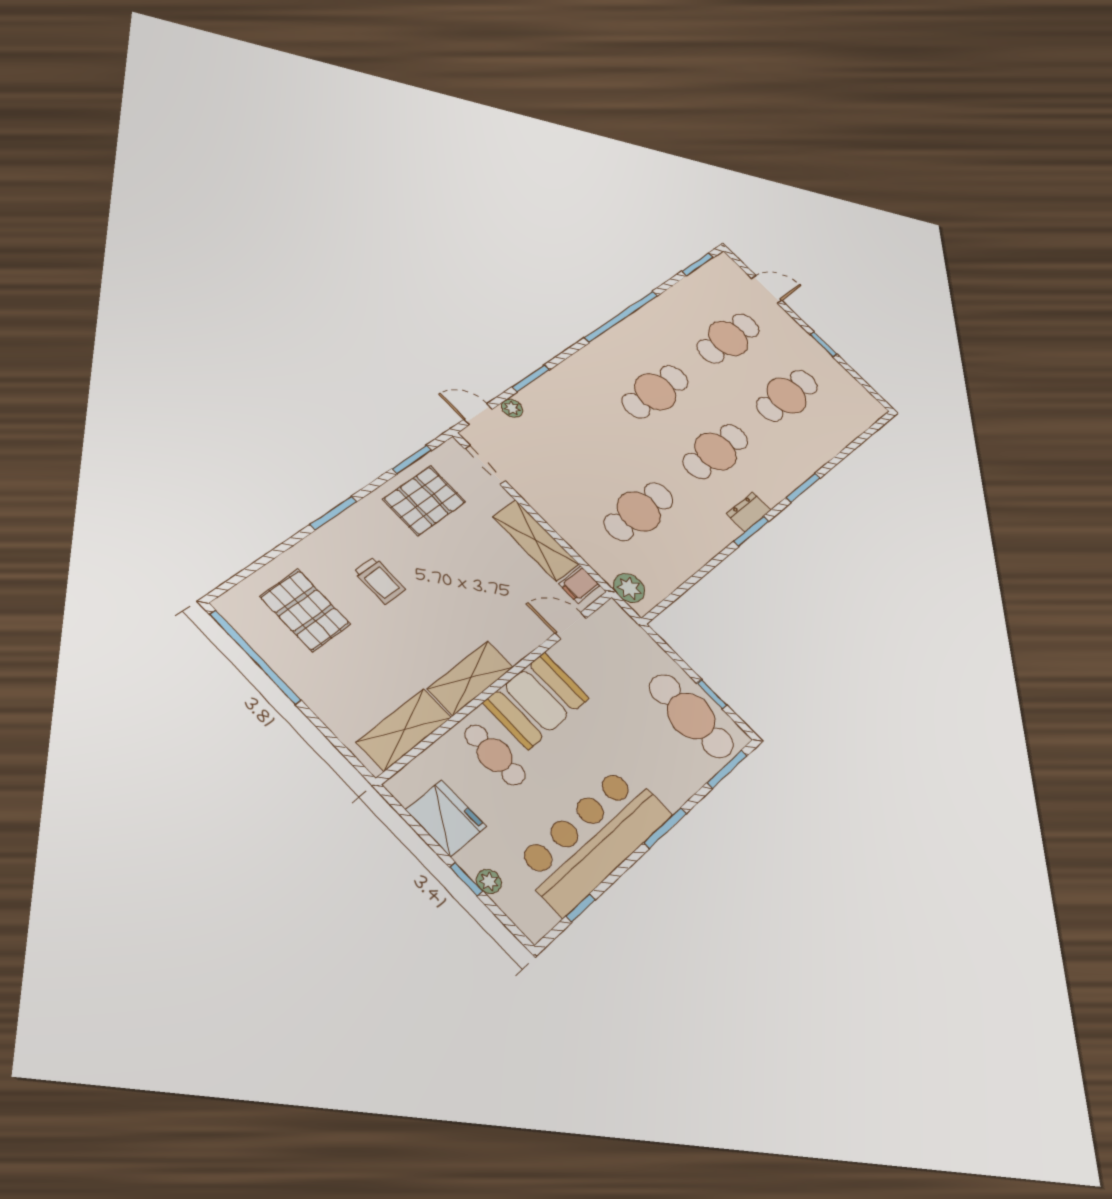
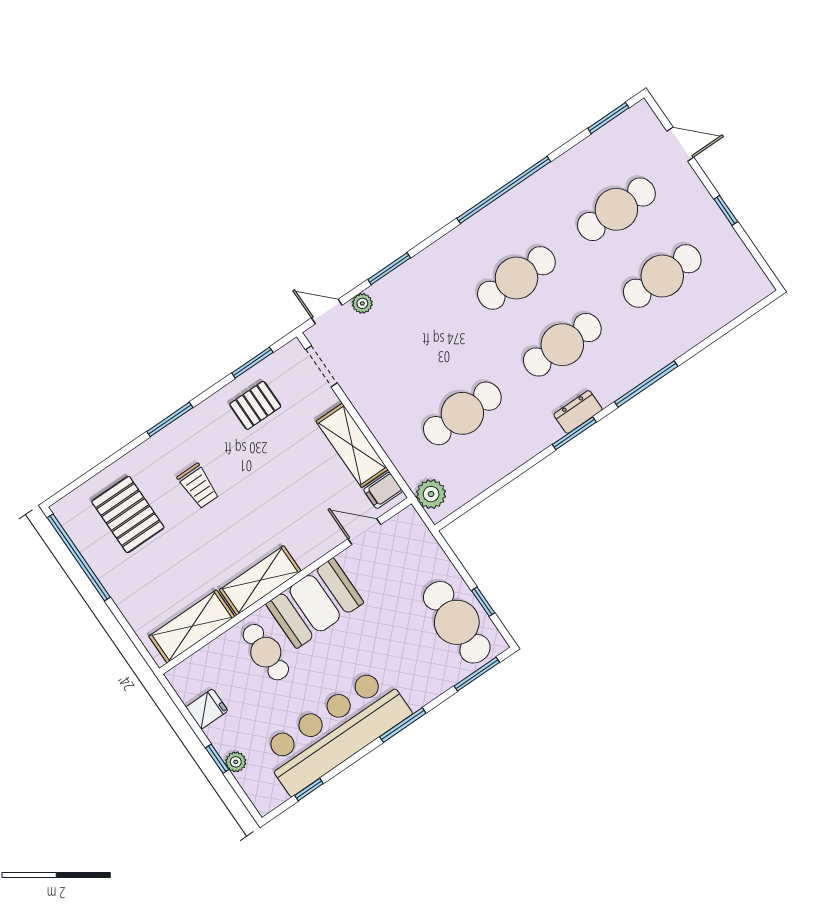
window: (803, 488) -> (646, 384), width x1.44
pallet: (424, 501) -> (255, 405), width x0.67, depth x0.71
fridge: (446, 818) -> (207, 709), width x0.53, depth x0.75

